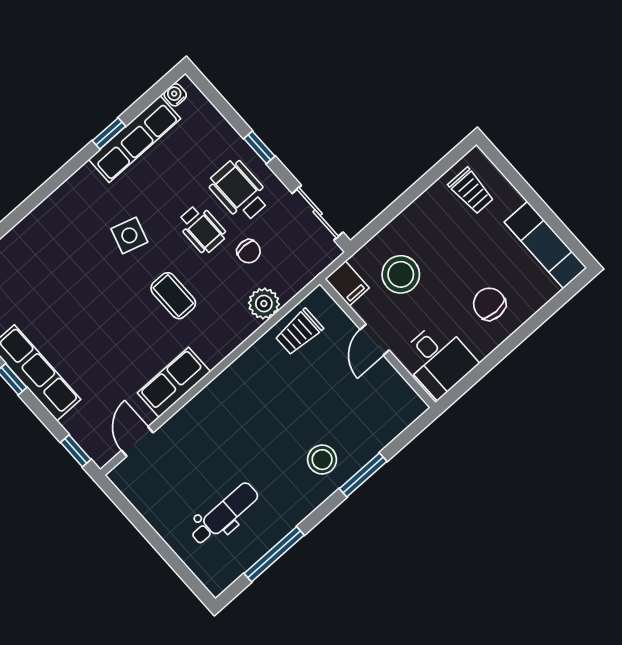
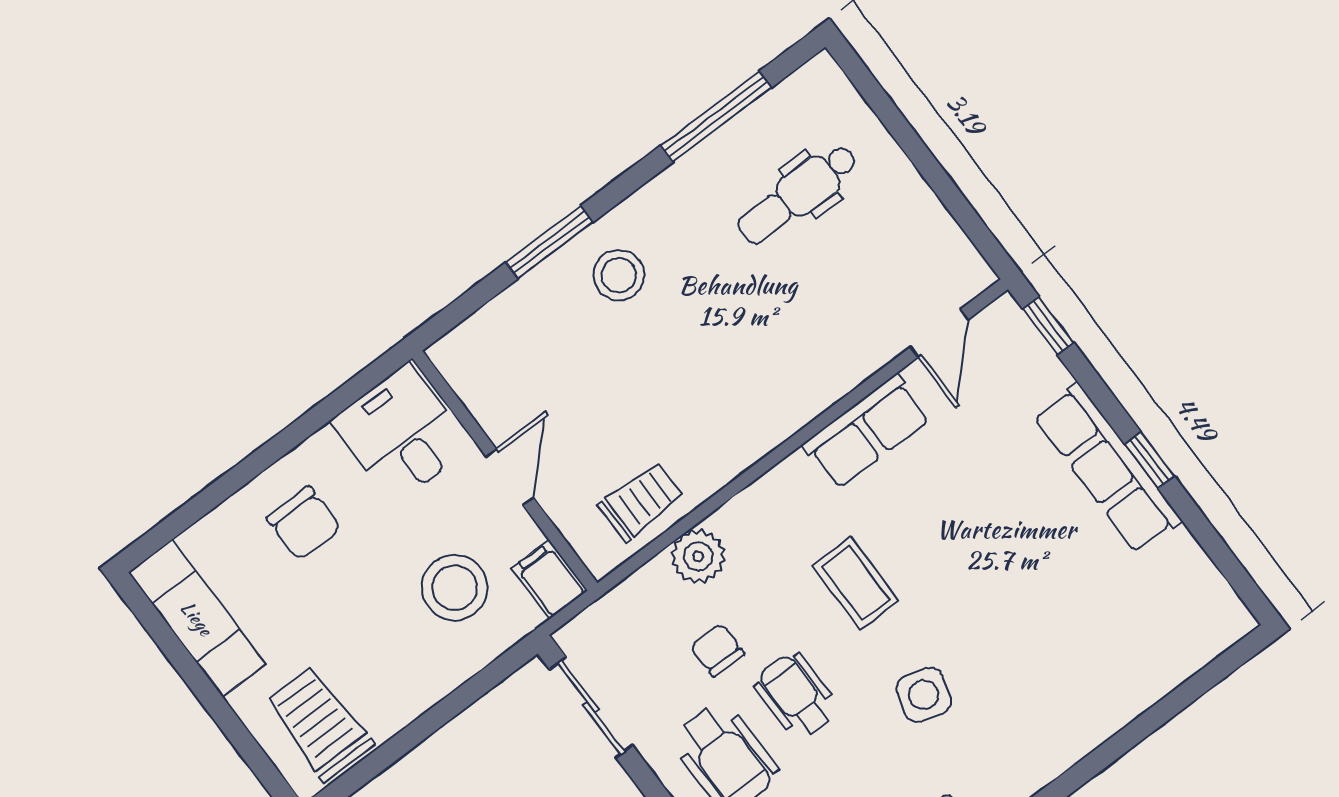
trolley: (471, 191) -> (319, 723), width x1.36, depth x1.39

